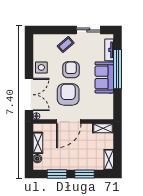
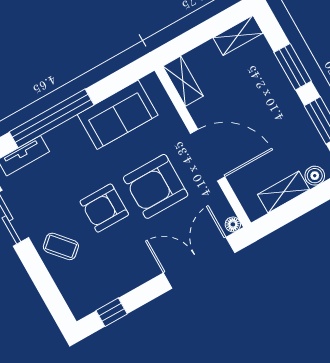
window: (29, 50) -> (112, 312), added
side table: (41, 67) -> (132, 268), removed
sofa: (104, 77) -> (118, 115), moved

